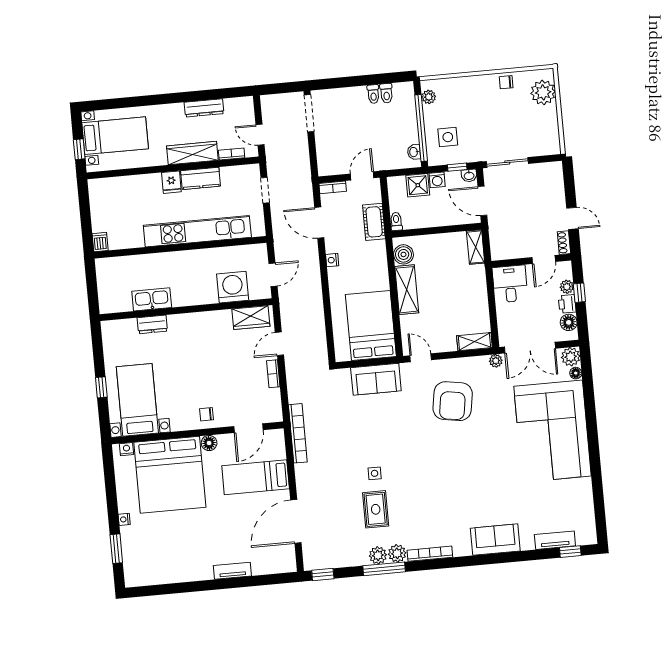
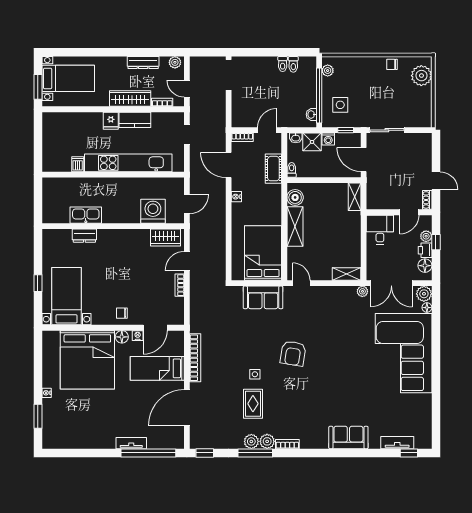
plant: (243, 104) -> (175, 62), added
window: (79, 149) -> (38, 87), width x1.50
washbasin: (469, 175) -> (296, 138), moved
dishwasher: (100, 242) -> (78, 164), moved
armchair: (453, 401) -> (293, 353), moved, width x0.73, depth x0.73
bookcase: (298, 433) -> (195, 358), moved
nightstand: (127, 449) -> (138, 336), moved
bookcase: (430, 554) -> (287, 444), width x0.64
window: (254, 581) -> (148, 453), added

